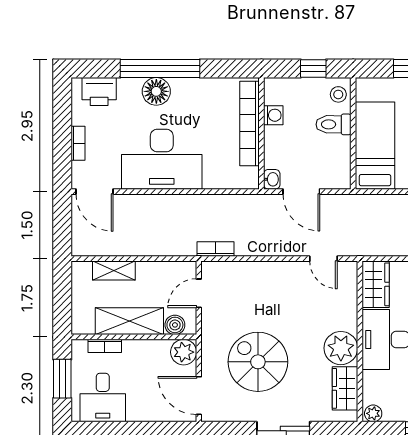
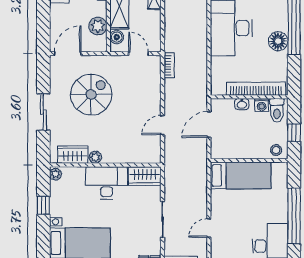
floor lamp: (156, 91) -> (278, 41), moved
toilet: (333, 124) -> (277, 110), moved, turned 180
washbasin: (272, 179) -> (242, 104), moved
door: (323, 259) -> (162, 125), moved
plant: (341, 348) -> (95, 157), width x0.53, depth x0.53
plant: (184, 352) -> (98, 26), moved

